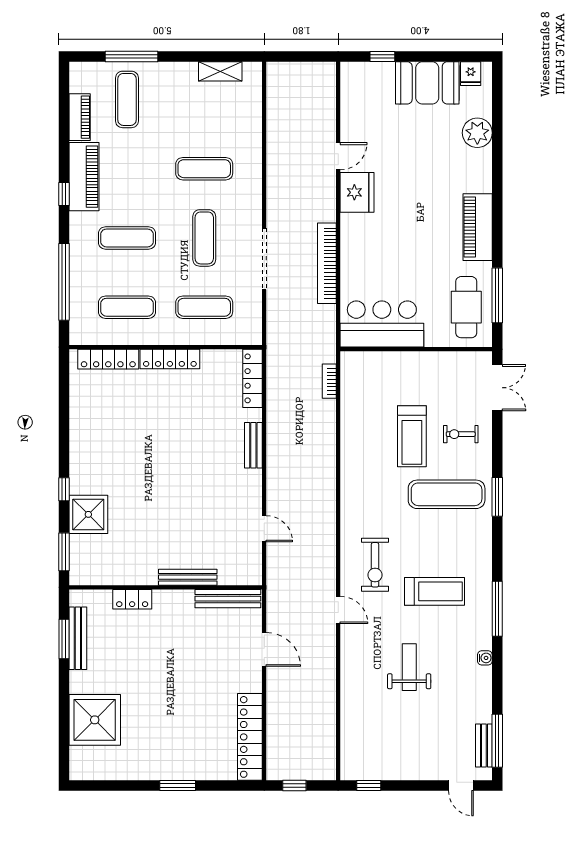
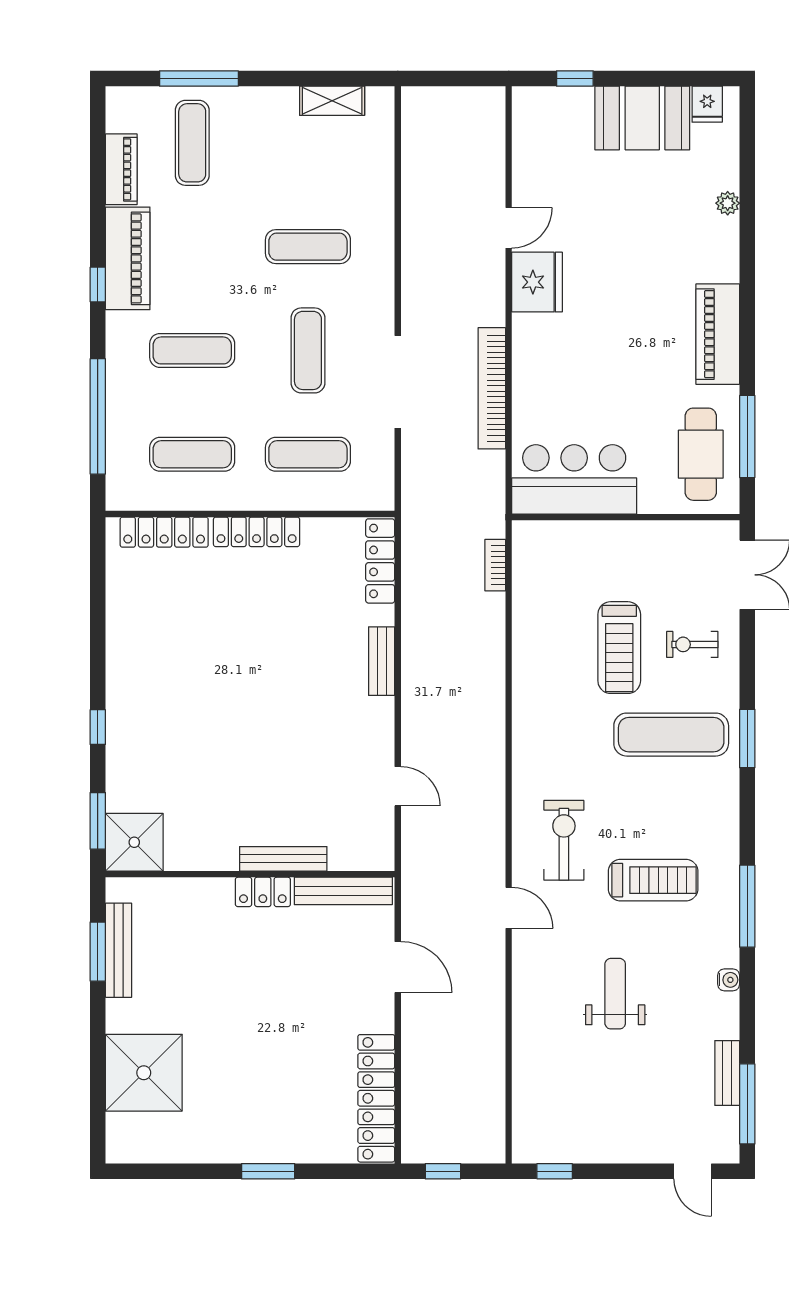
plant: (477, 133) -> (728, 203), width x0.53, depth x0.53
shower: (88, 514) -> (134, 842), moved
exercise bike: (375, 565) -> (564, 840), turned 180
locker: (132, 599) -> (263, 892), moved
bench: (484, 746) -> (727, 1073), moved

